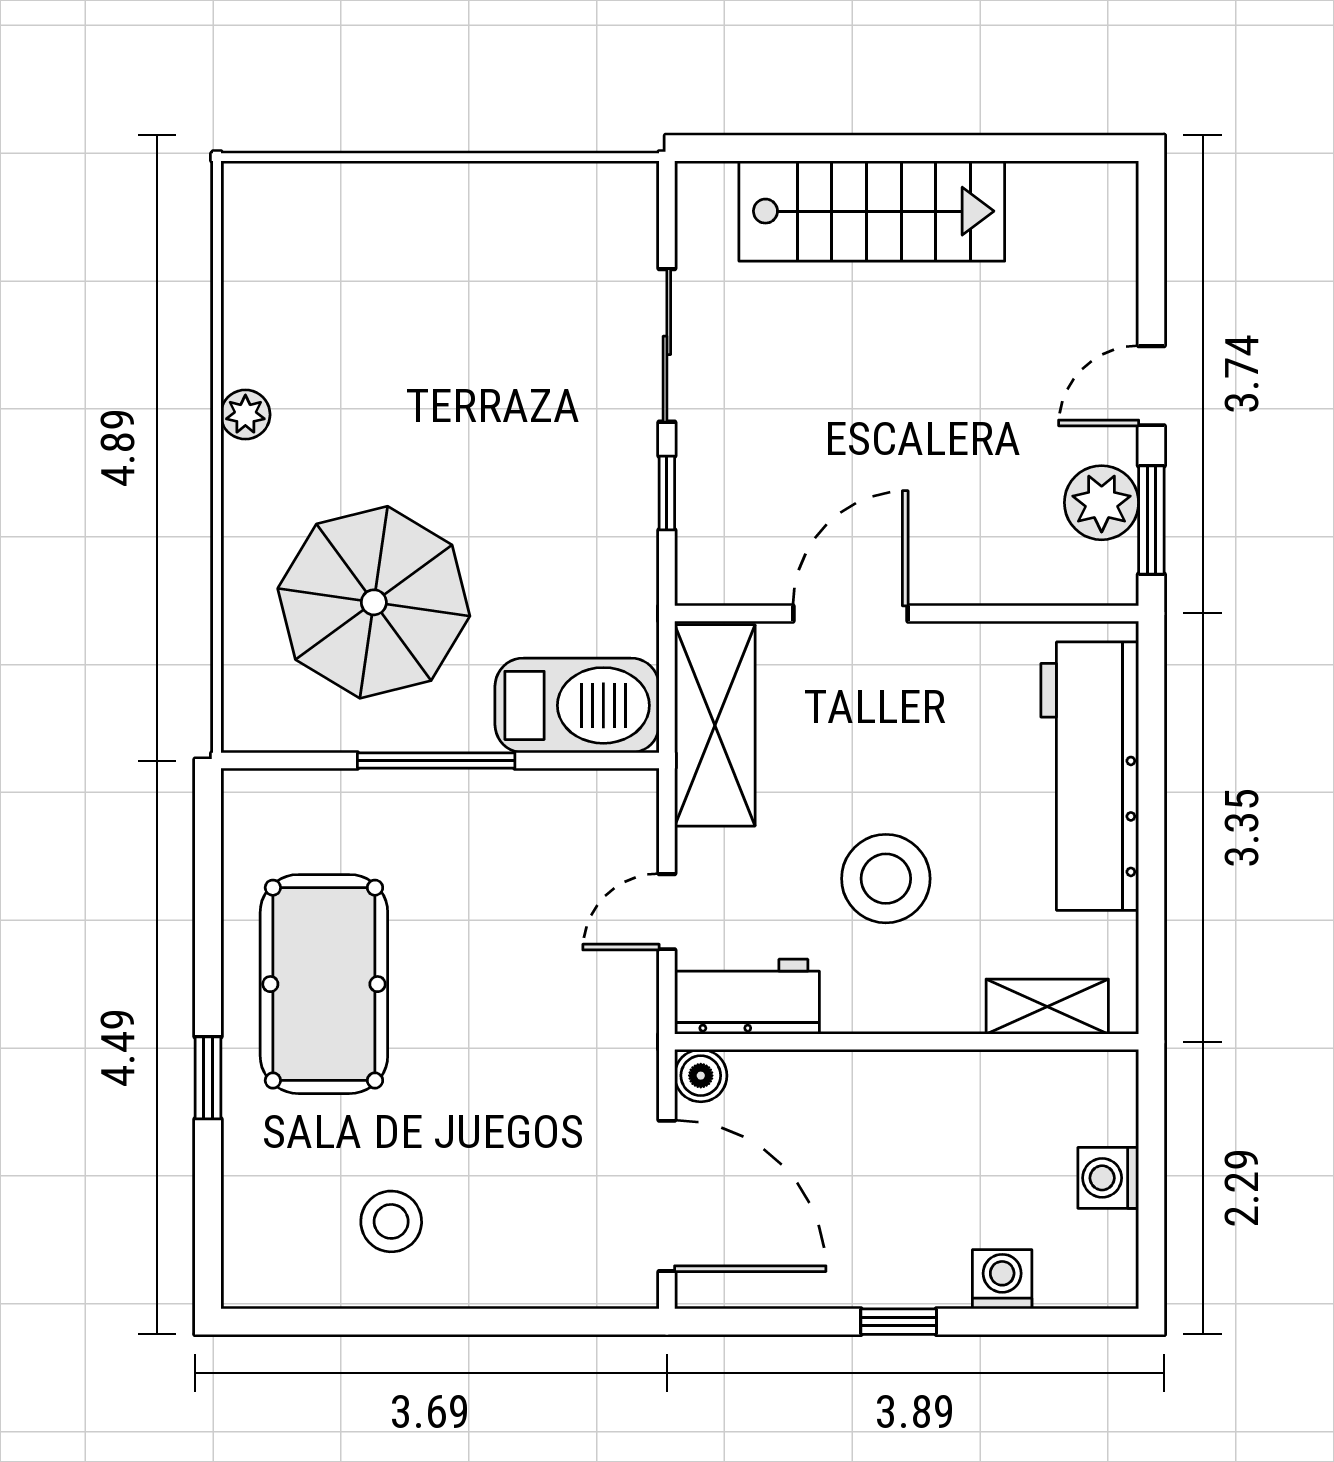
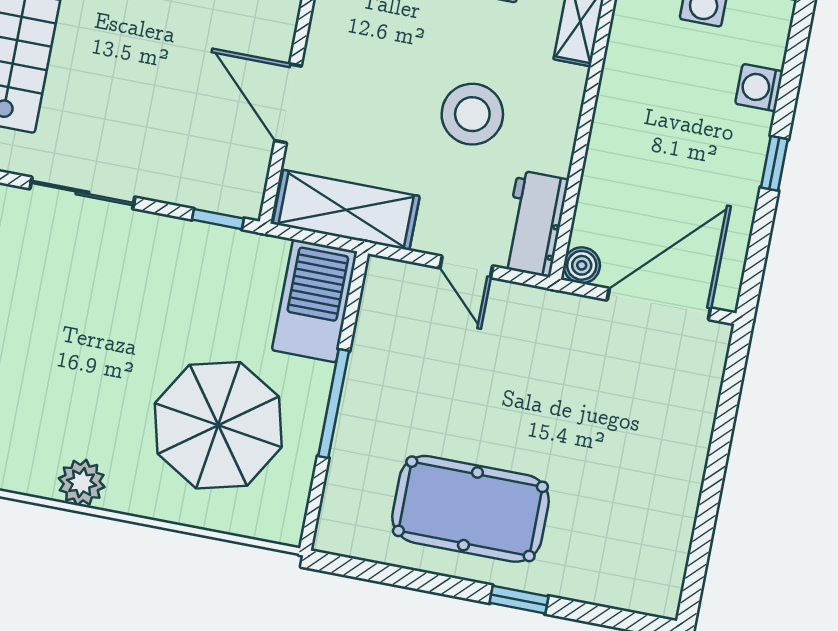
plant: (245, 415) -> (82, 483), width x1.38, depth x1.38
window: (667, 493) -> (218, 219), moved
stool: (391, 1221) -> (640, 494), removed

